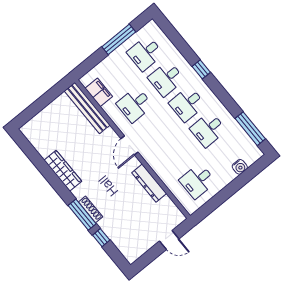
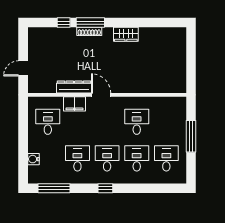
window: (119, 39) -> (191, 136), moved
window: (201, 69) -> (105, 188), moved
filing cabinet: (99, 92) -> (74, 104), moved
bench: (87, 108) -> (161, 87), removed
door: (129, 145) -> (101, 95), moved
wardrobe: (63, 171) -> (126, 34), width x0.67

